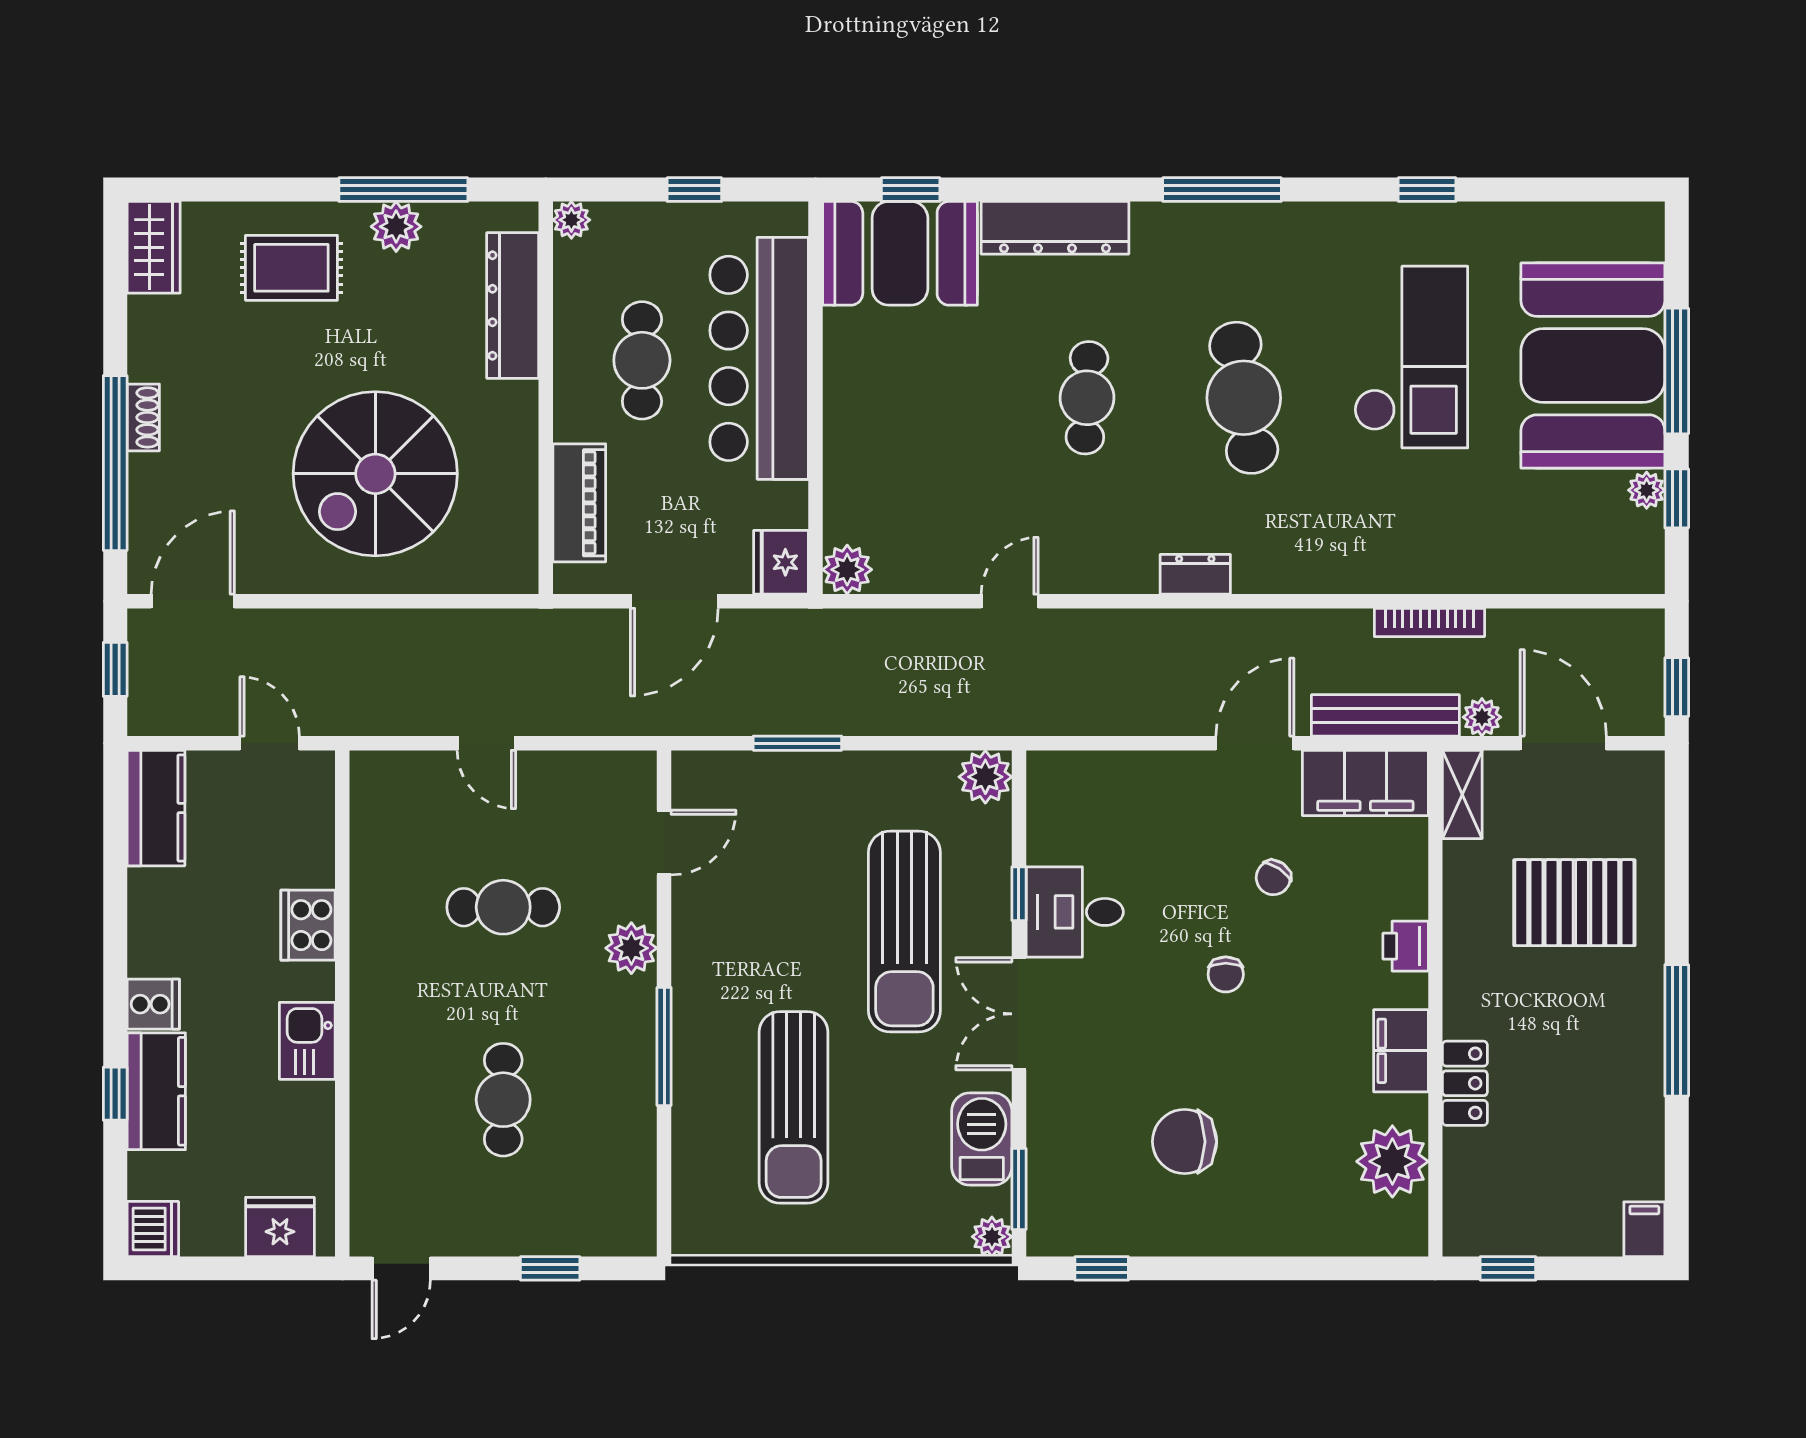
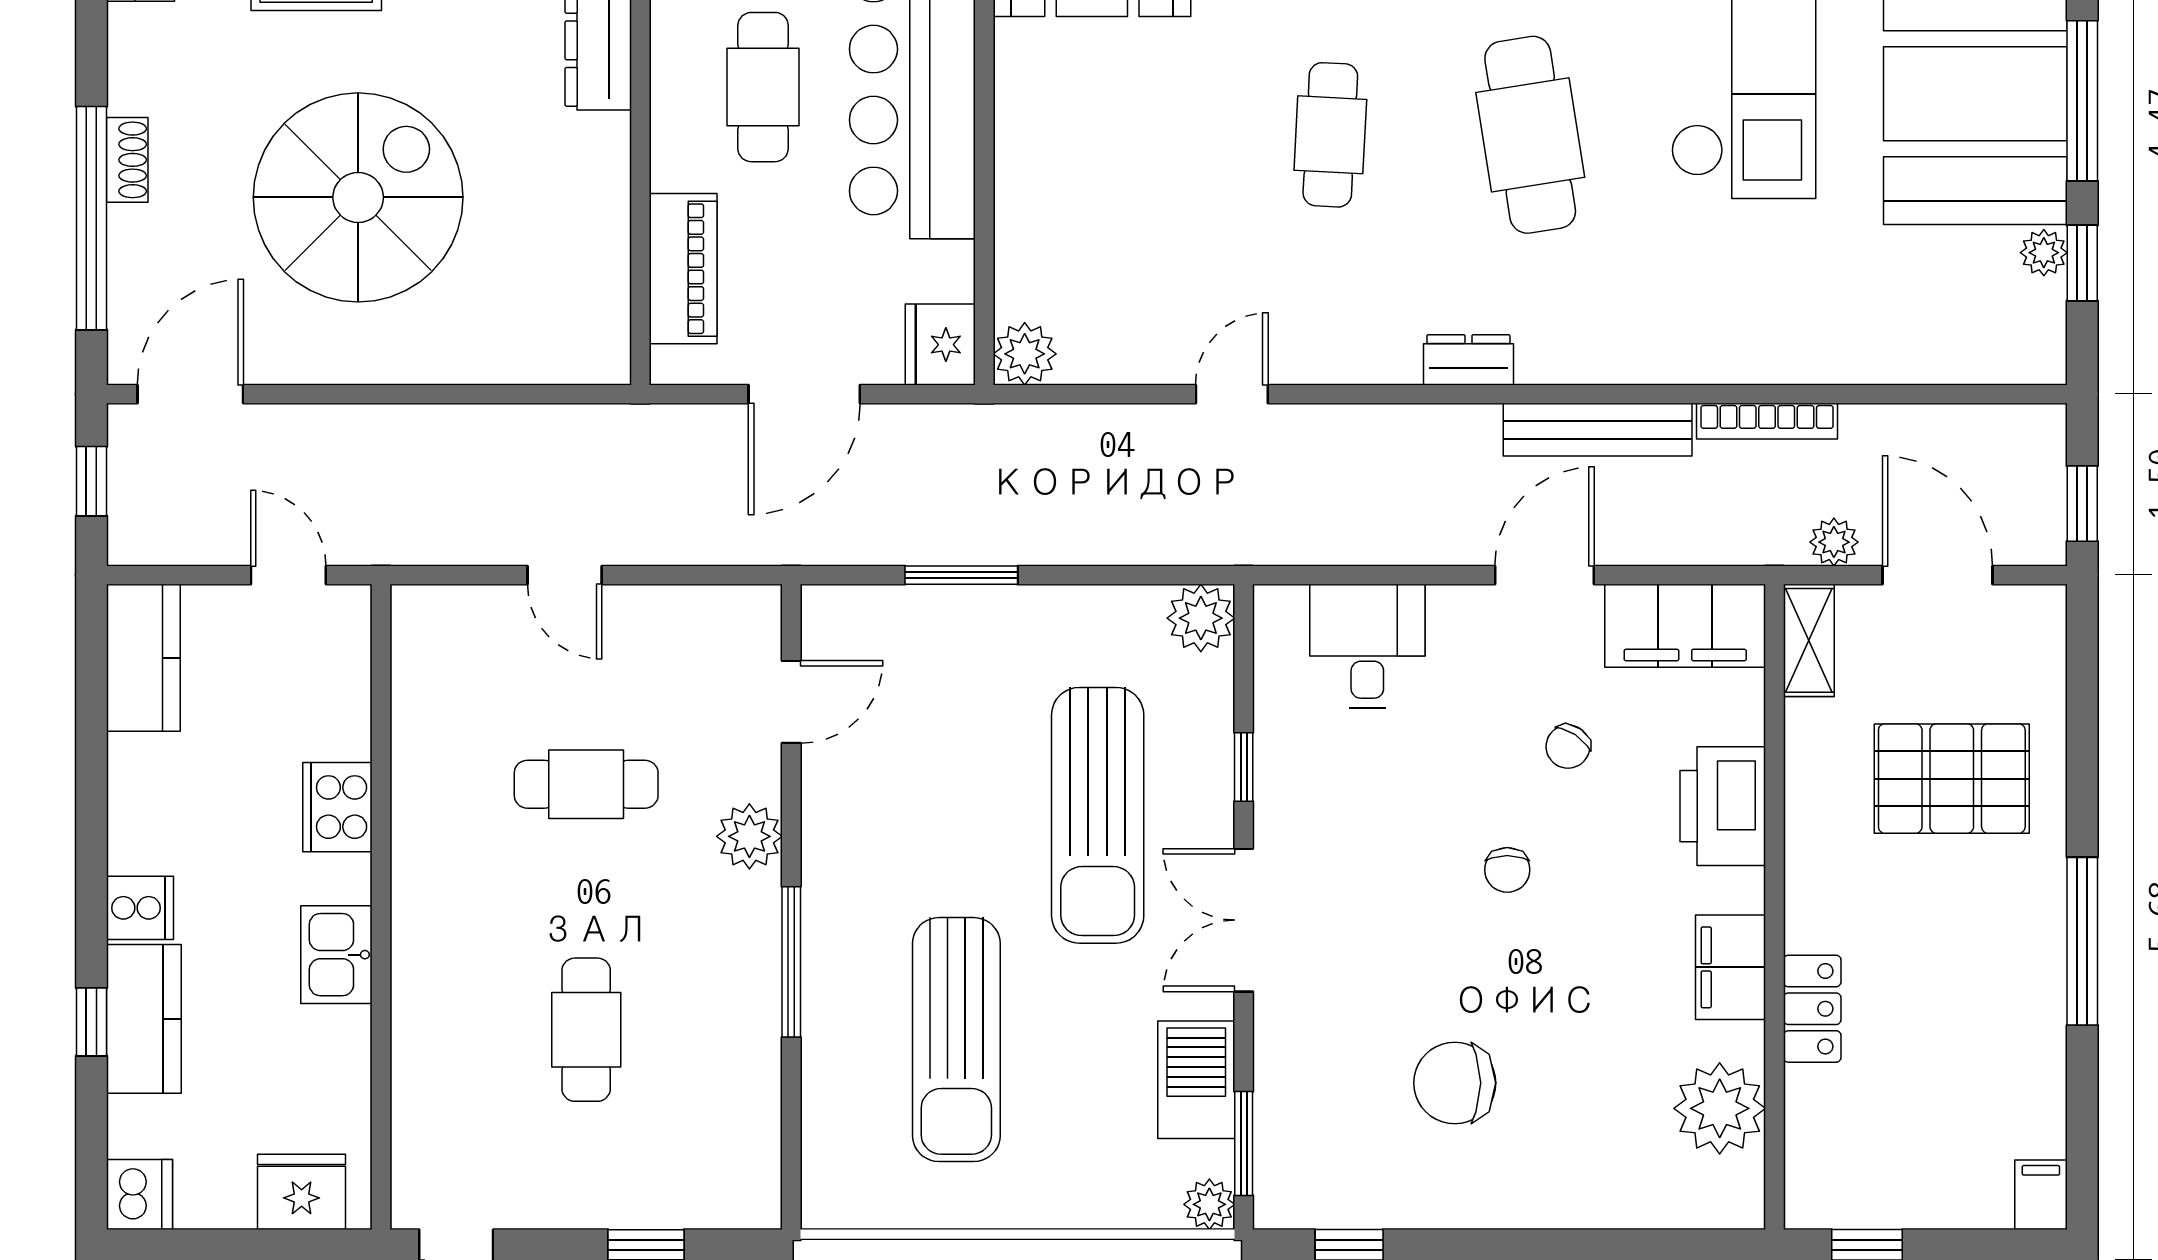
spiral stairs: (375, 474) -> (358, 197), moved, turned 180
bench: (1385, 715) -> (1598, 430), moved
desk: (1075, 912) -> (1367, 646), moved, turned 90
printer: (1406, 946) -> (1723, 806), width x1.87, depth x1.48

